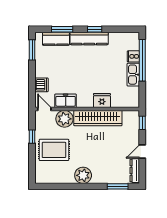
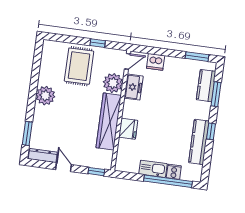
kitchen counter: (89, 38) -> (199, 142), moved

